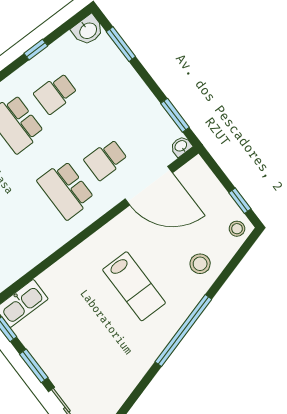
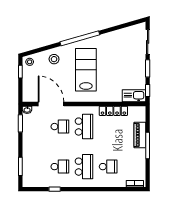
washbasin: (88, 30) -> (29, 181), removed
locker: (37, 253) -> (113, 111), added
lab bench: (134, 286) -> (86, 70), width x1.36, depth x1.39

